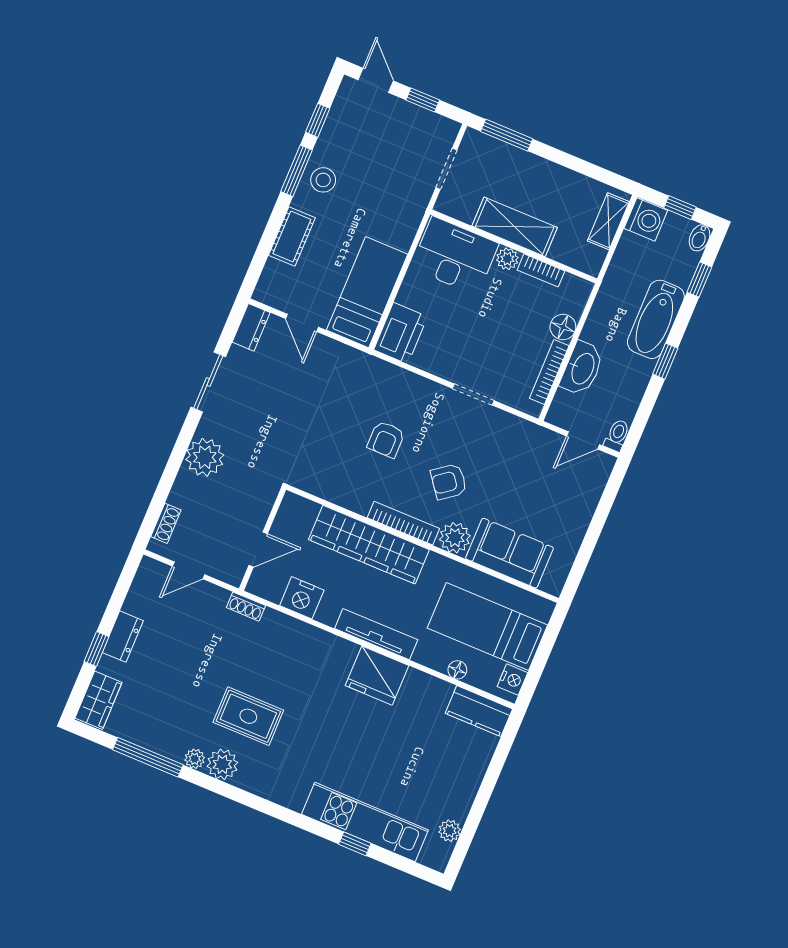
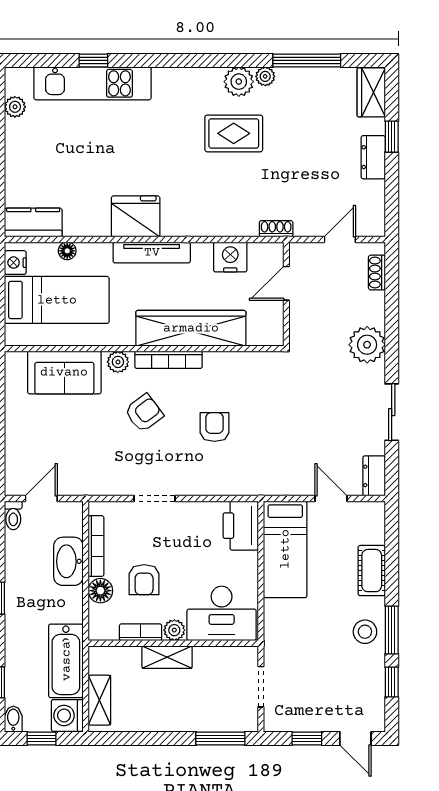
shelving: (515, 227) -> (167, 657), width x0.67, depth x0.75
bathtub: (656, 319) -> (66, 661), moved, turned 180
armchair: (516, 320) -> (144, 580), added
plant: (455, 538) -> (118, 362), width x0.73, depth x0.73

